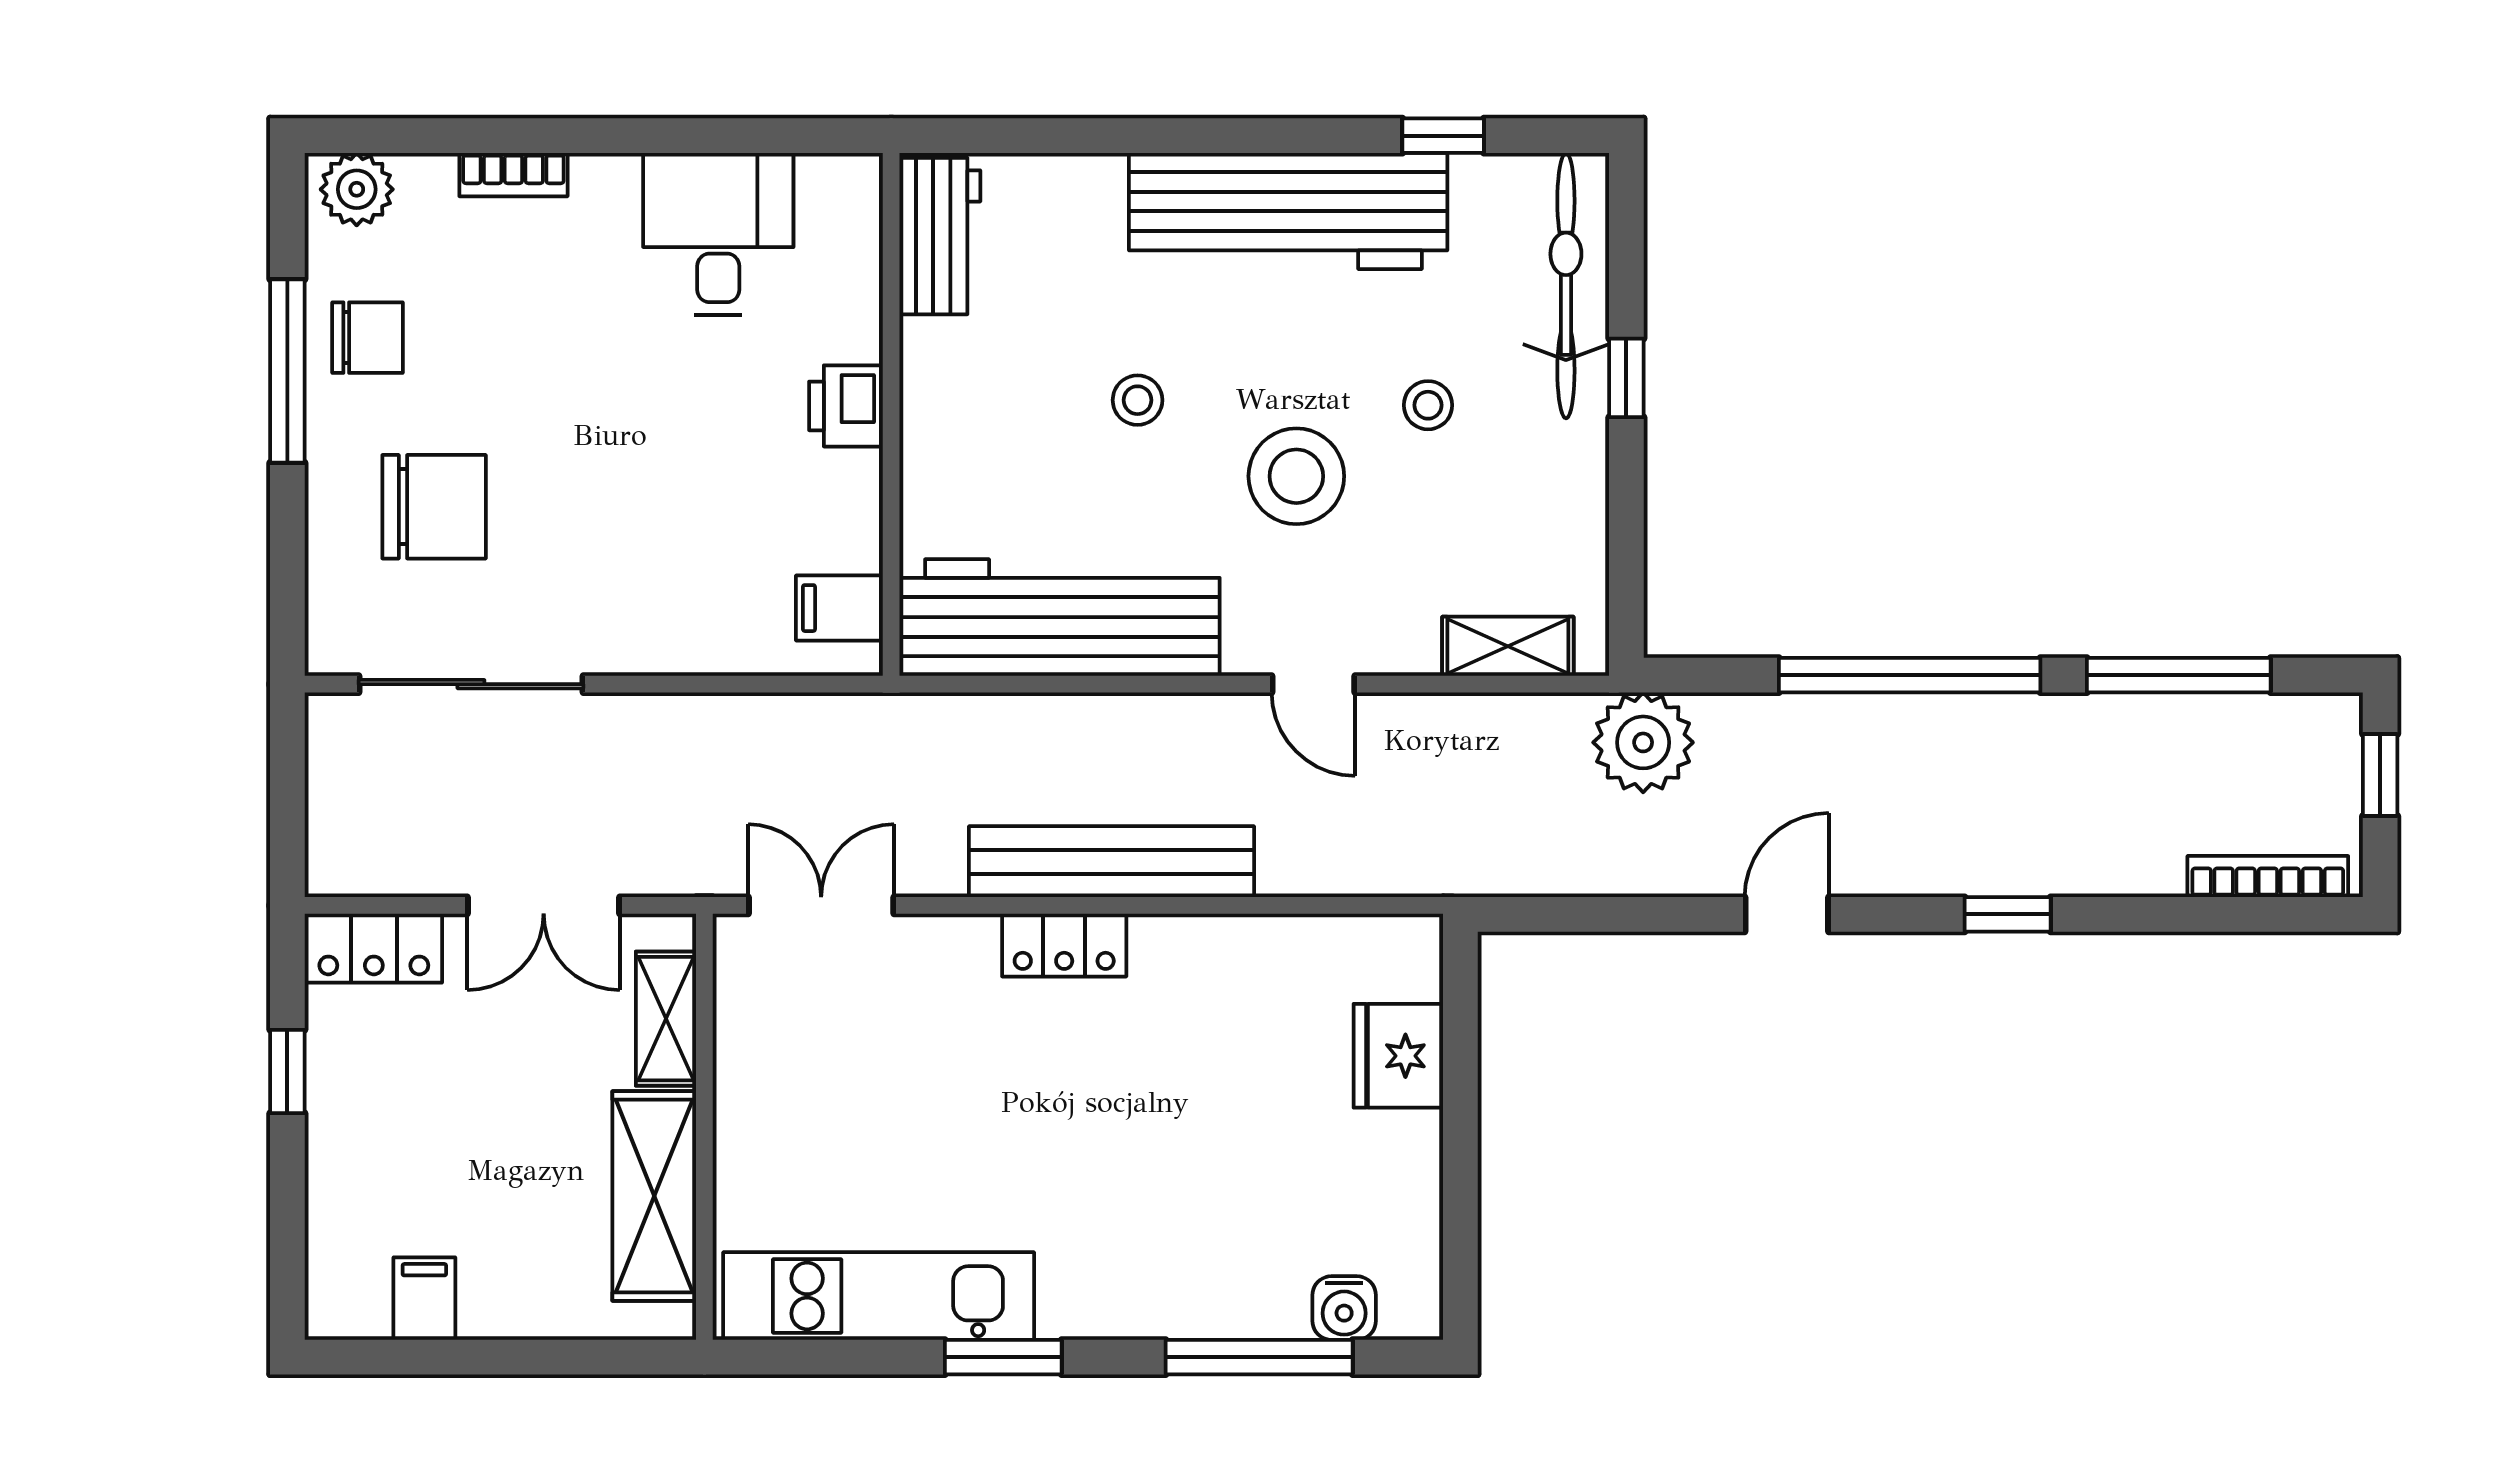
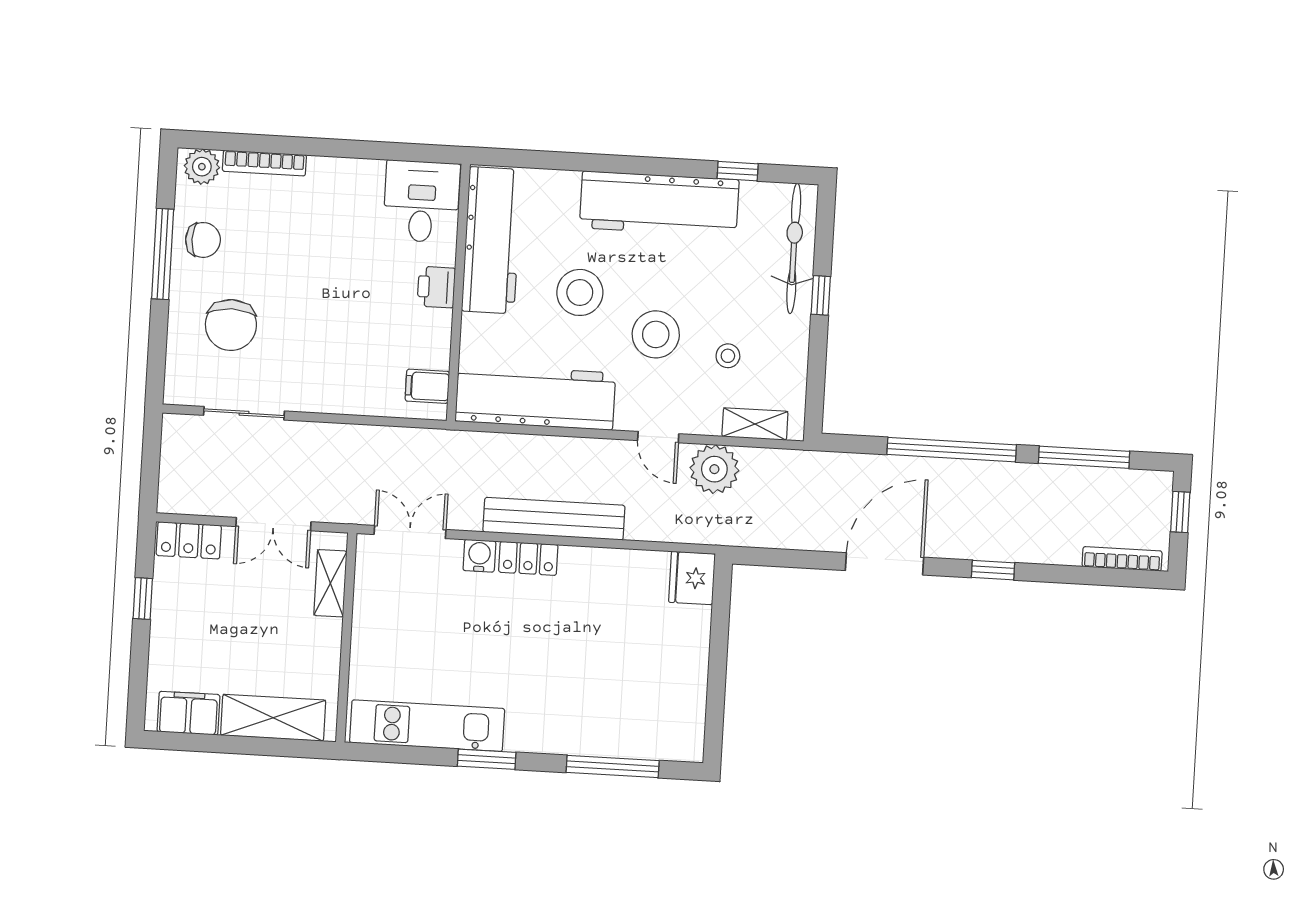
bookcase: (513, 175) -> (264, 163), width x1.56
desk: (718, 234) -> (421, 201), moved
workbench: (940, 236) -> (492, 240), width x1.88, depth x1.32
stool: (1138, 400) -> (580, 292), width x1.89, depth x1.89
stool: (1428, 405) -> (728, 356), moved
chair: (434, 507) -> (231, 325), turned 90
sliding door: (471, 684) -> (244, 413), width x0.73
plant: (1643, 742) -> (714, 469), moved
door: (1787, 914) -> (884, 564), width x1.87
fridge: (1398, 1056) -> (692, 578), moved
shelving: (654, 1196) -> (273, 718), moved, turned 90
filing cabinet: (424, 1299) -> (188, 713), width x2.00
water cooler: (1344, 1308) -> (479, 556), moved, turned 180

